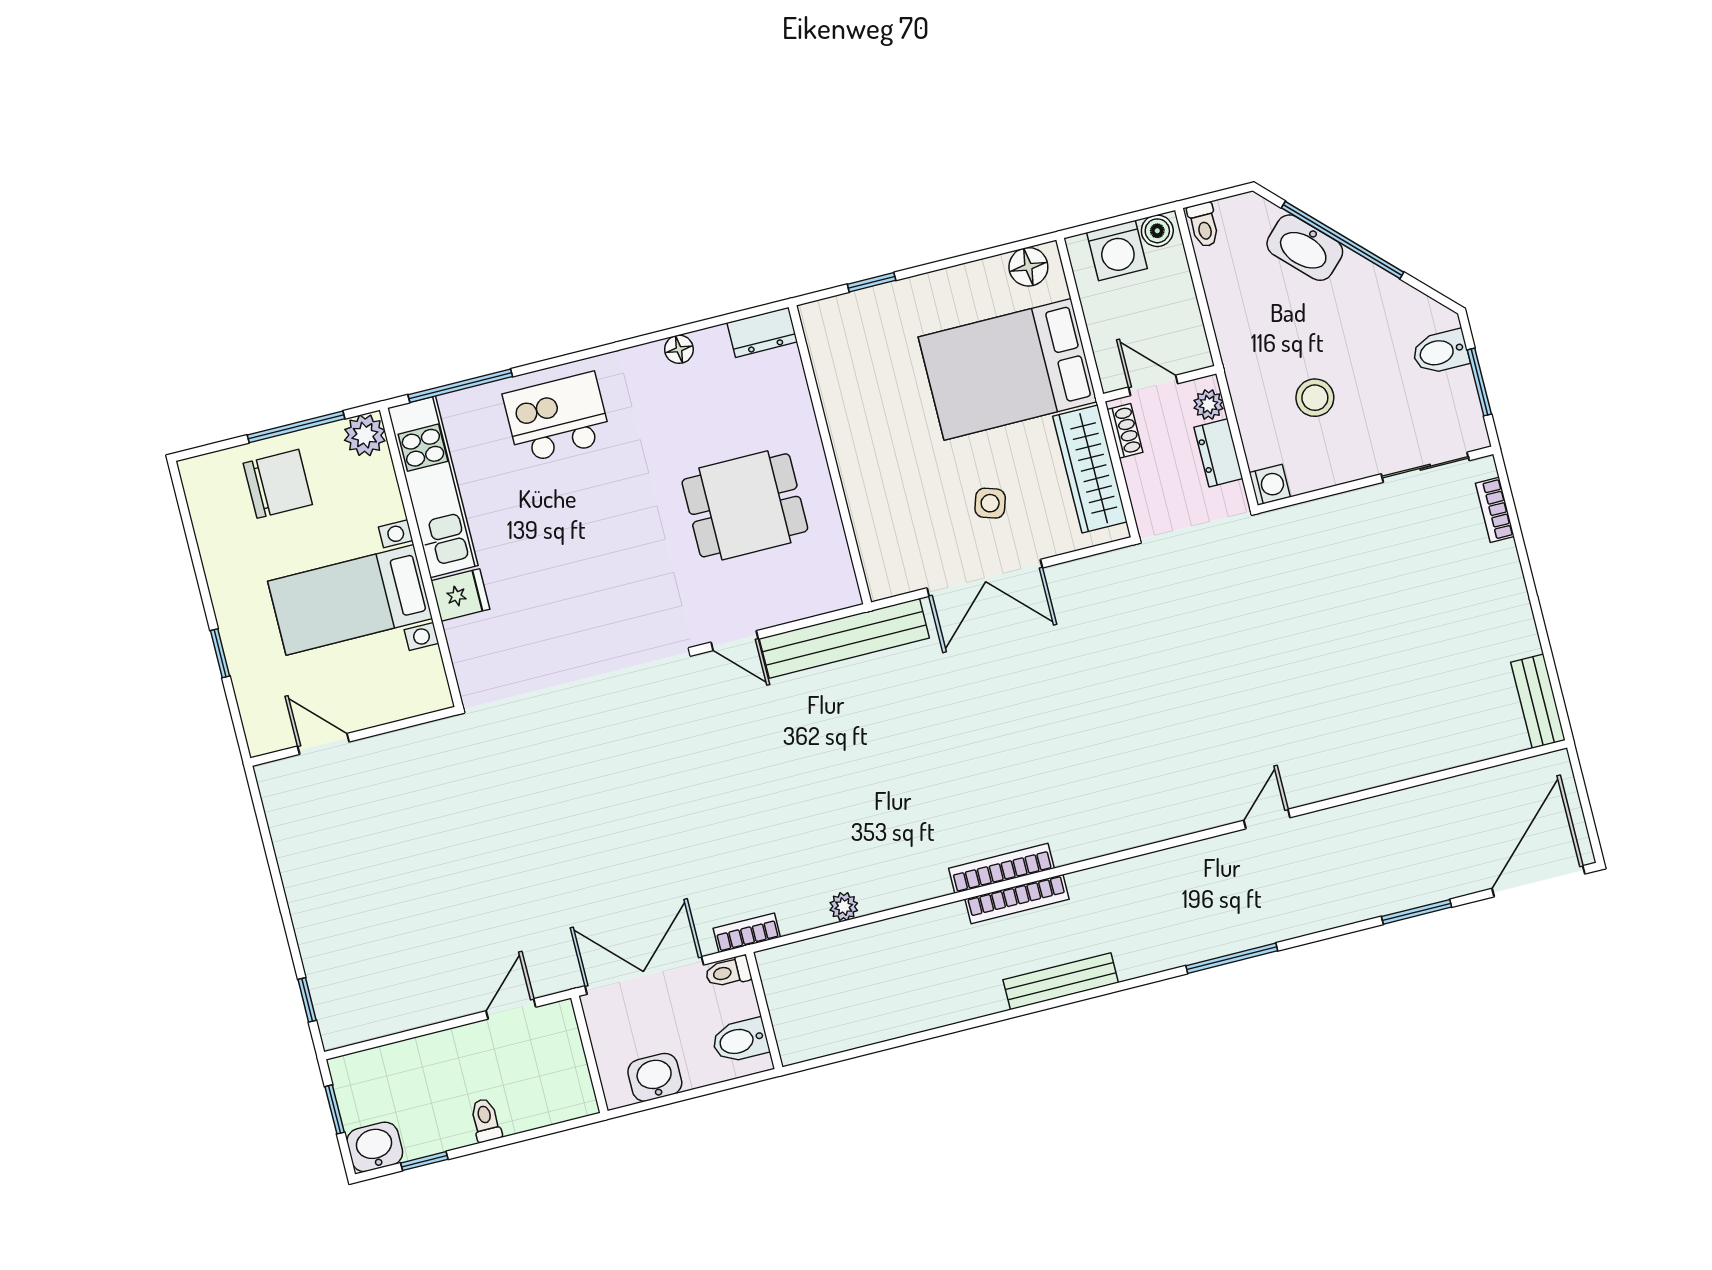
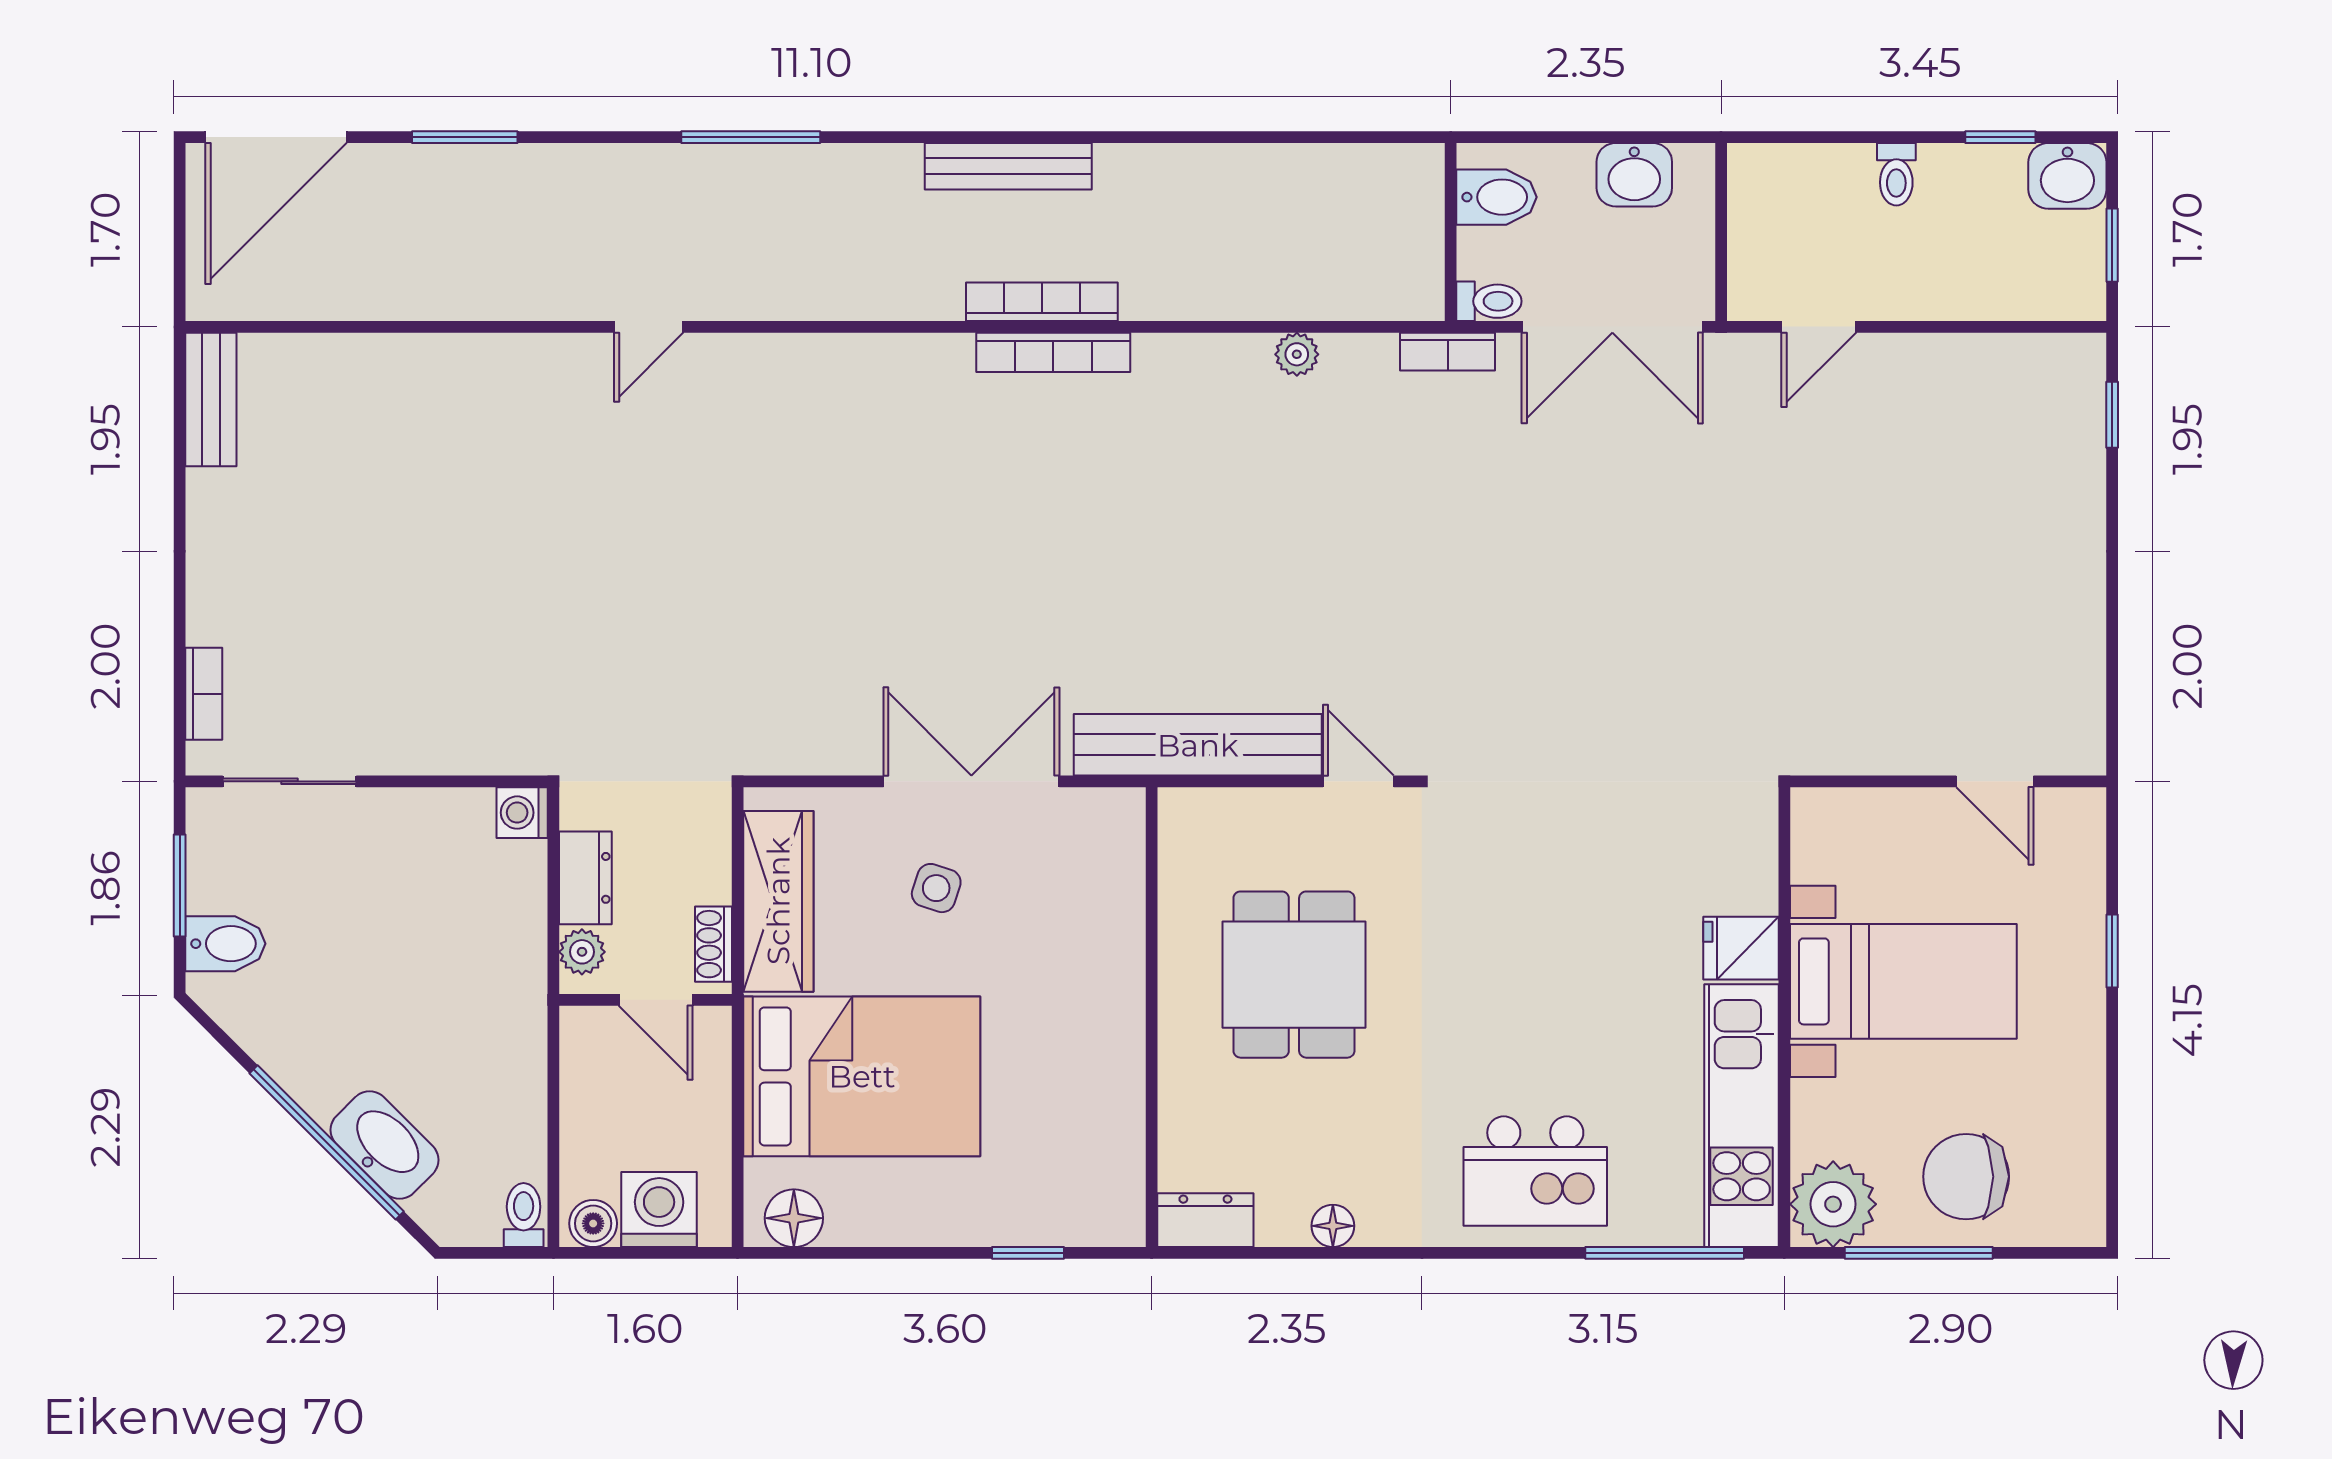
stool: (1315, 398) -> (425, 923), removed
plant: (365, 435) -> (1833, 1204), width x1.36, depth x1.36
dining table: (745, 505) -> (1294, 975), turned 90

